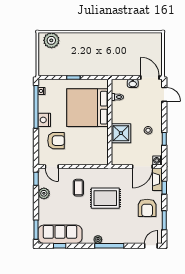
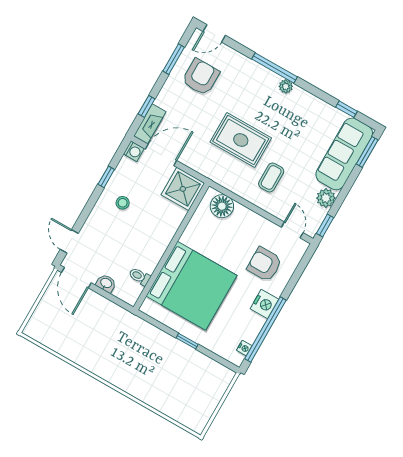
plant: (51, 40) -> (188, 413), removed
shower: (121, 133) -> (183, 189), moved
floor lamp: (95, 158) -> (222, 206), added
armchair: (147, 208) -> (201, 77), moved
sofa: (60, 234) -> (344, 154), moved, turned 90

